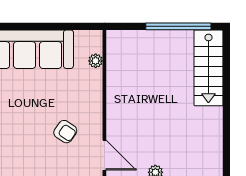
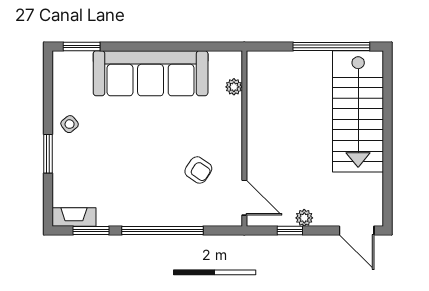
stairs: (208, 68) -> (358, 111), width x1.36, depth x1.51

